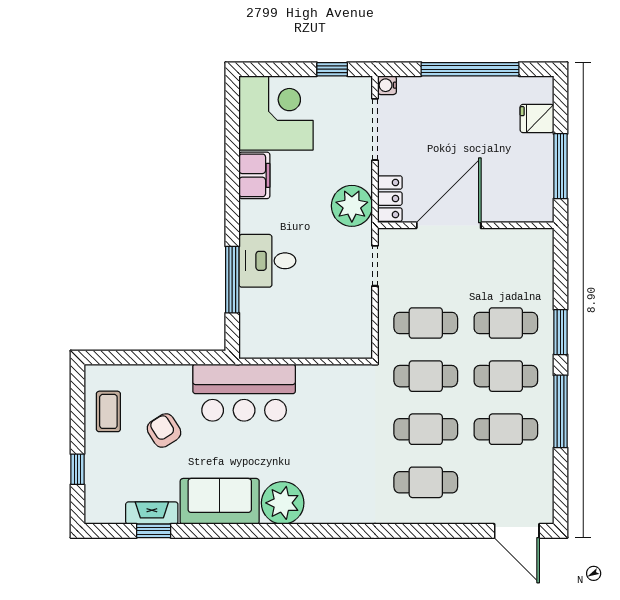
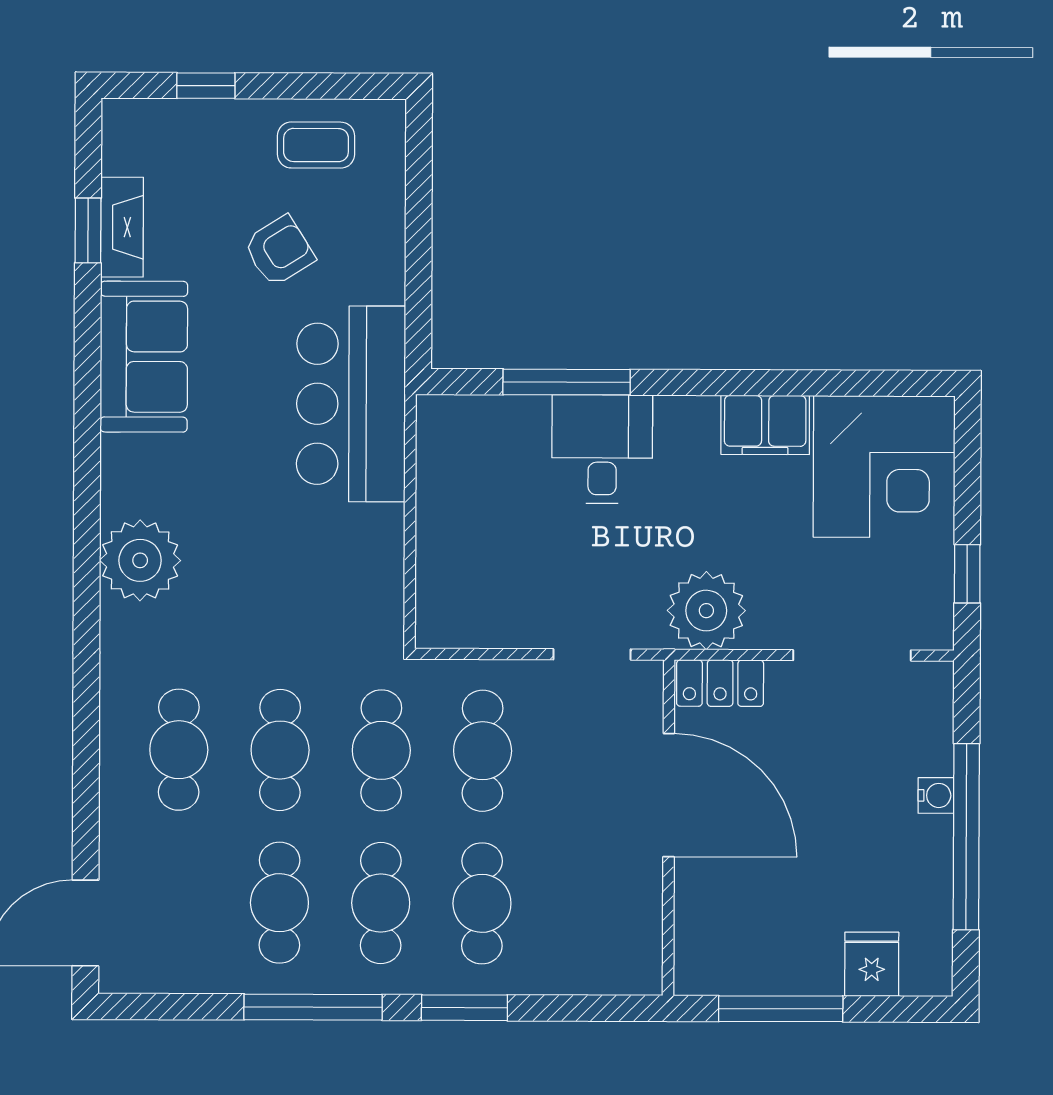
water cooler: (387, 85) -> (936, 795), moved, turned 90
plant: (283, 503) -> (140, 560), moved

